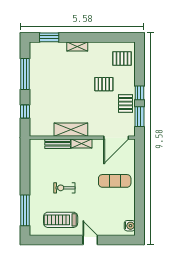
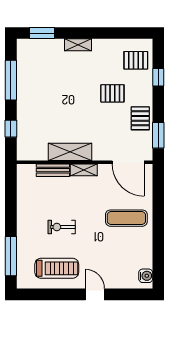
window: (139, 93) -> (158, 77), moved
door: (116, 138) -> (128, 162), hinge flipped
treadmill: (61, 220) -> (57, 268), turned 180

